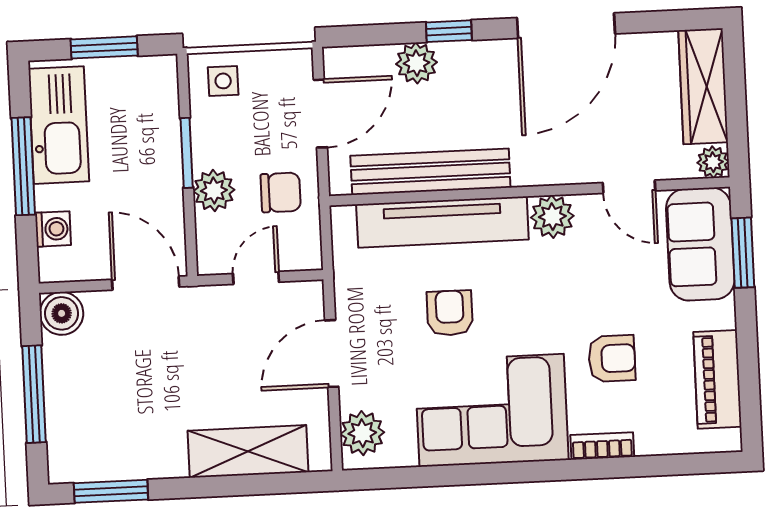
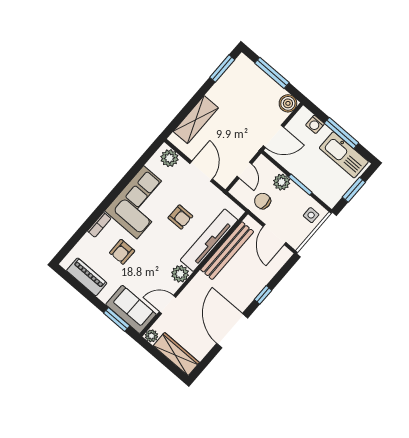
plant: (416, 63) -> (263, 277), removed
chair: (281, 192) -> (263, 201), turned 90

